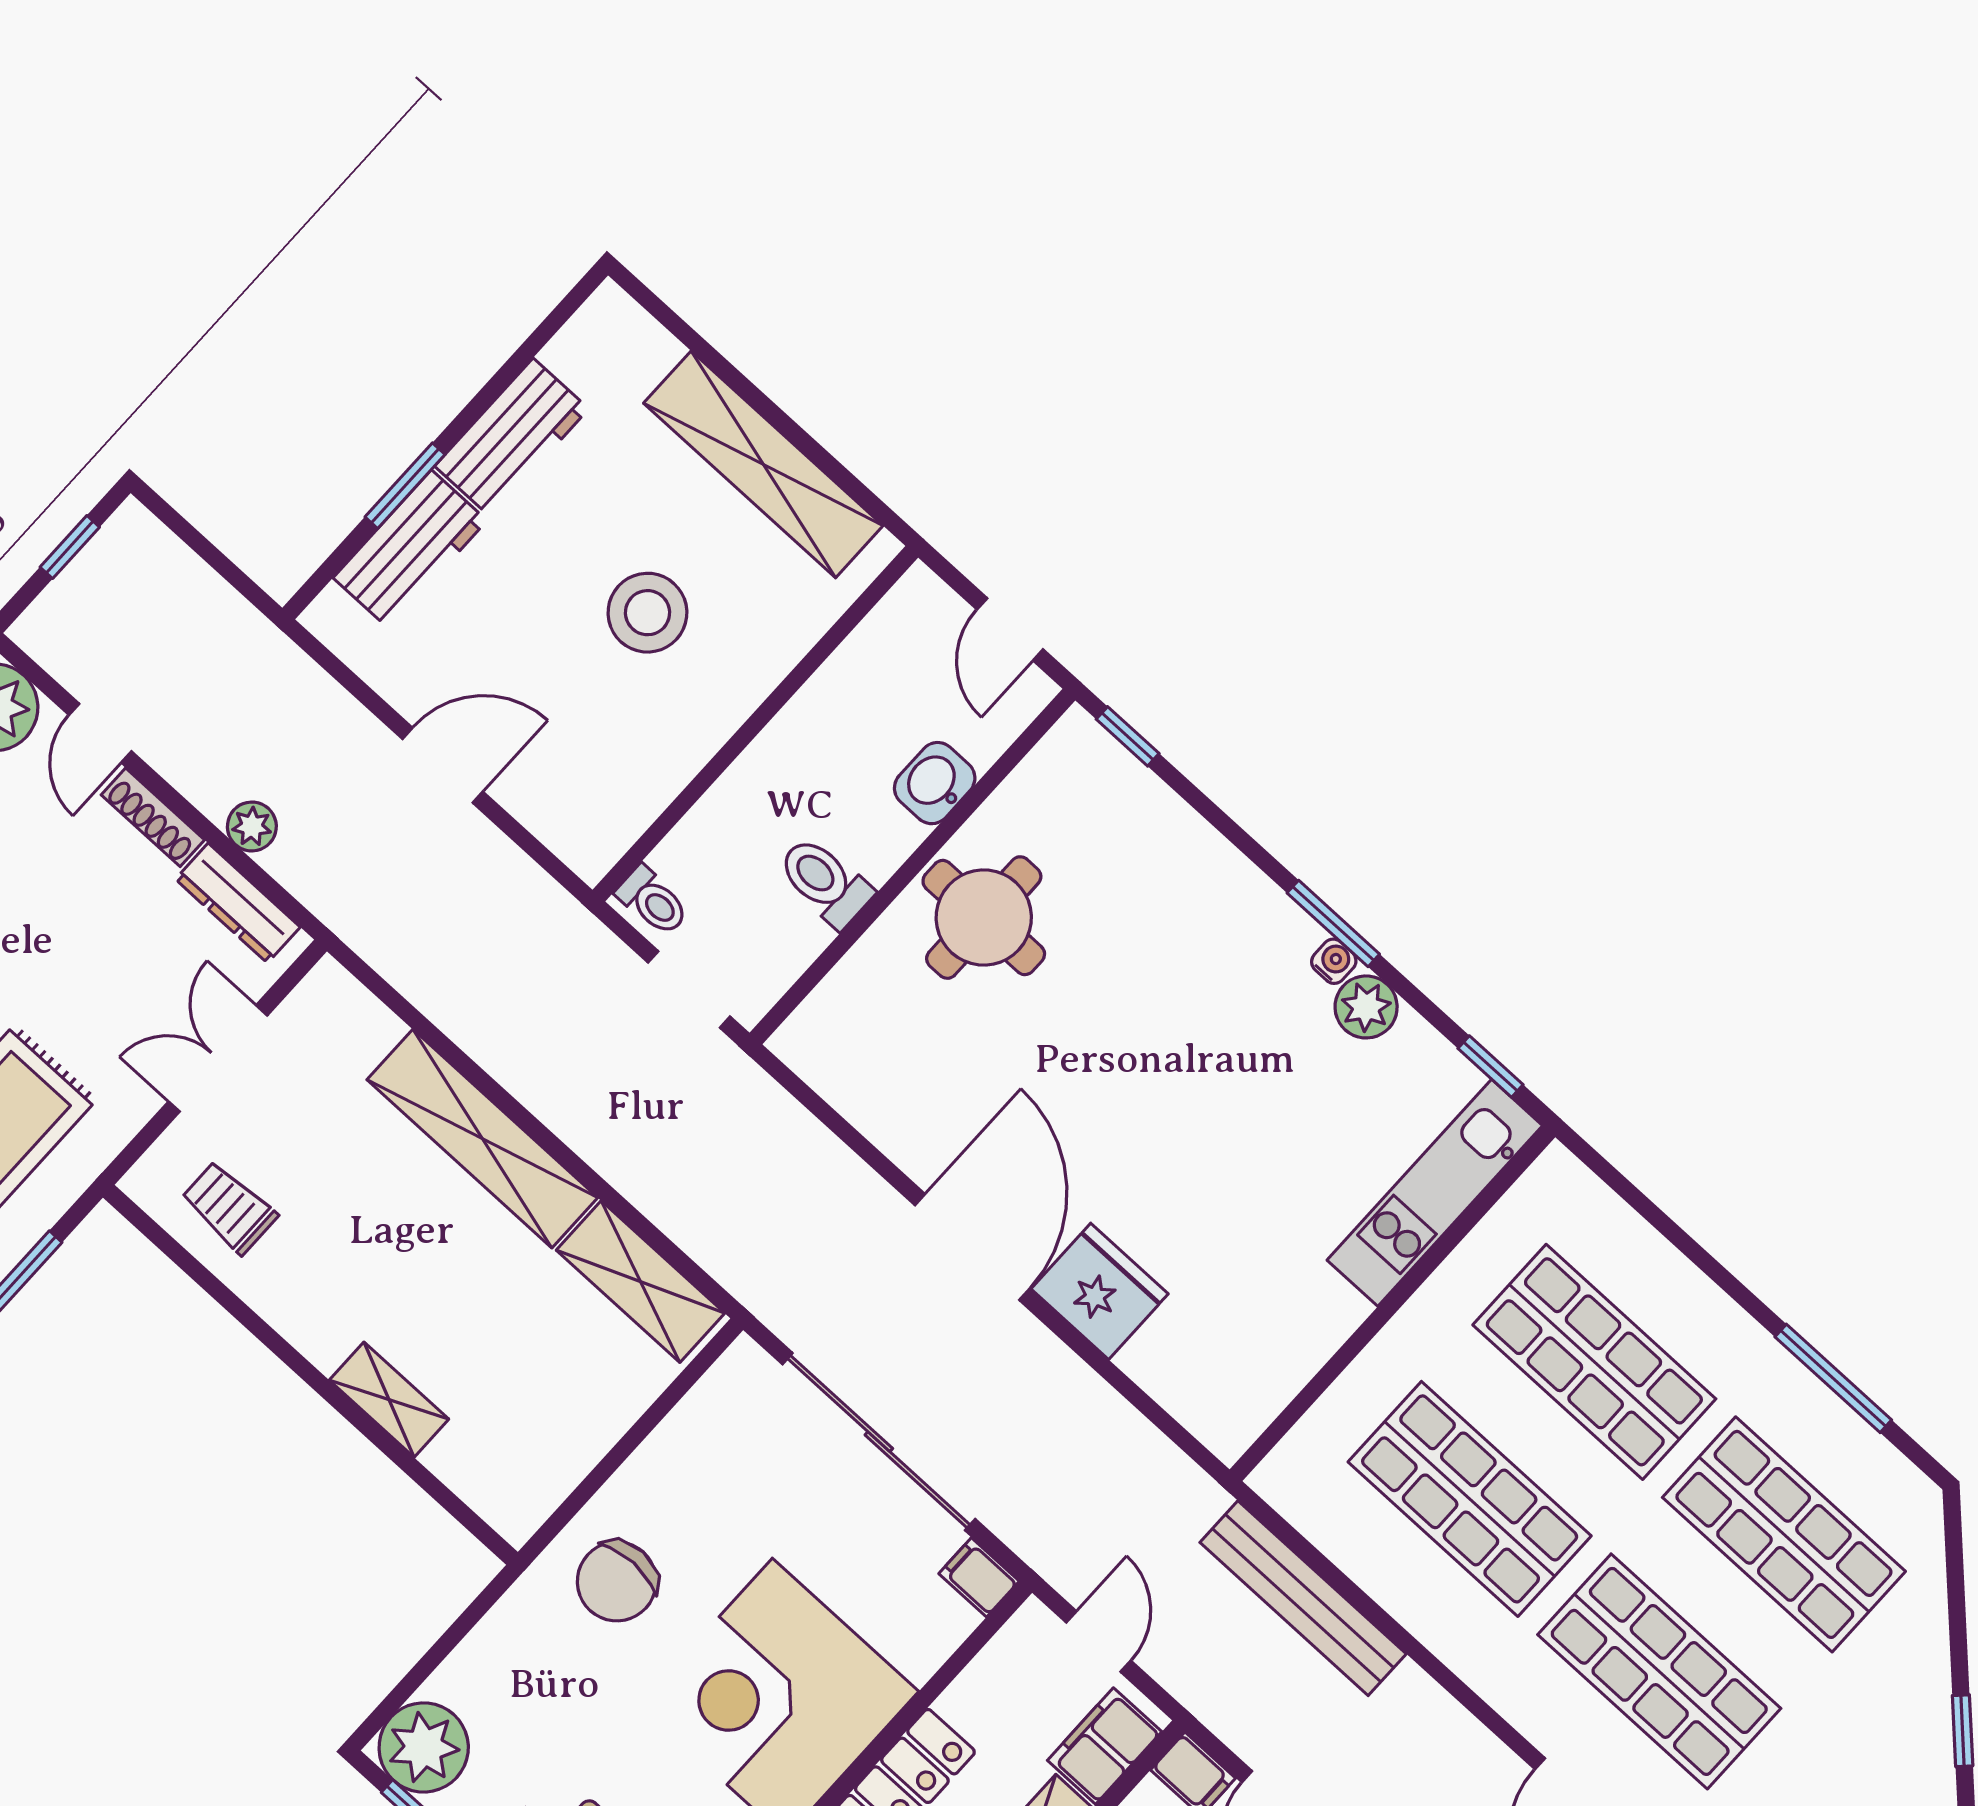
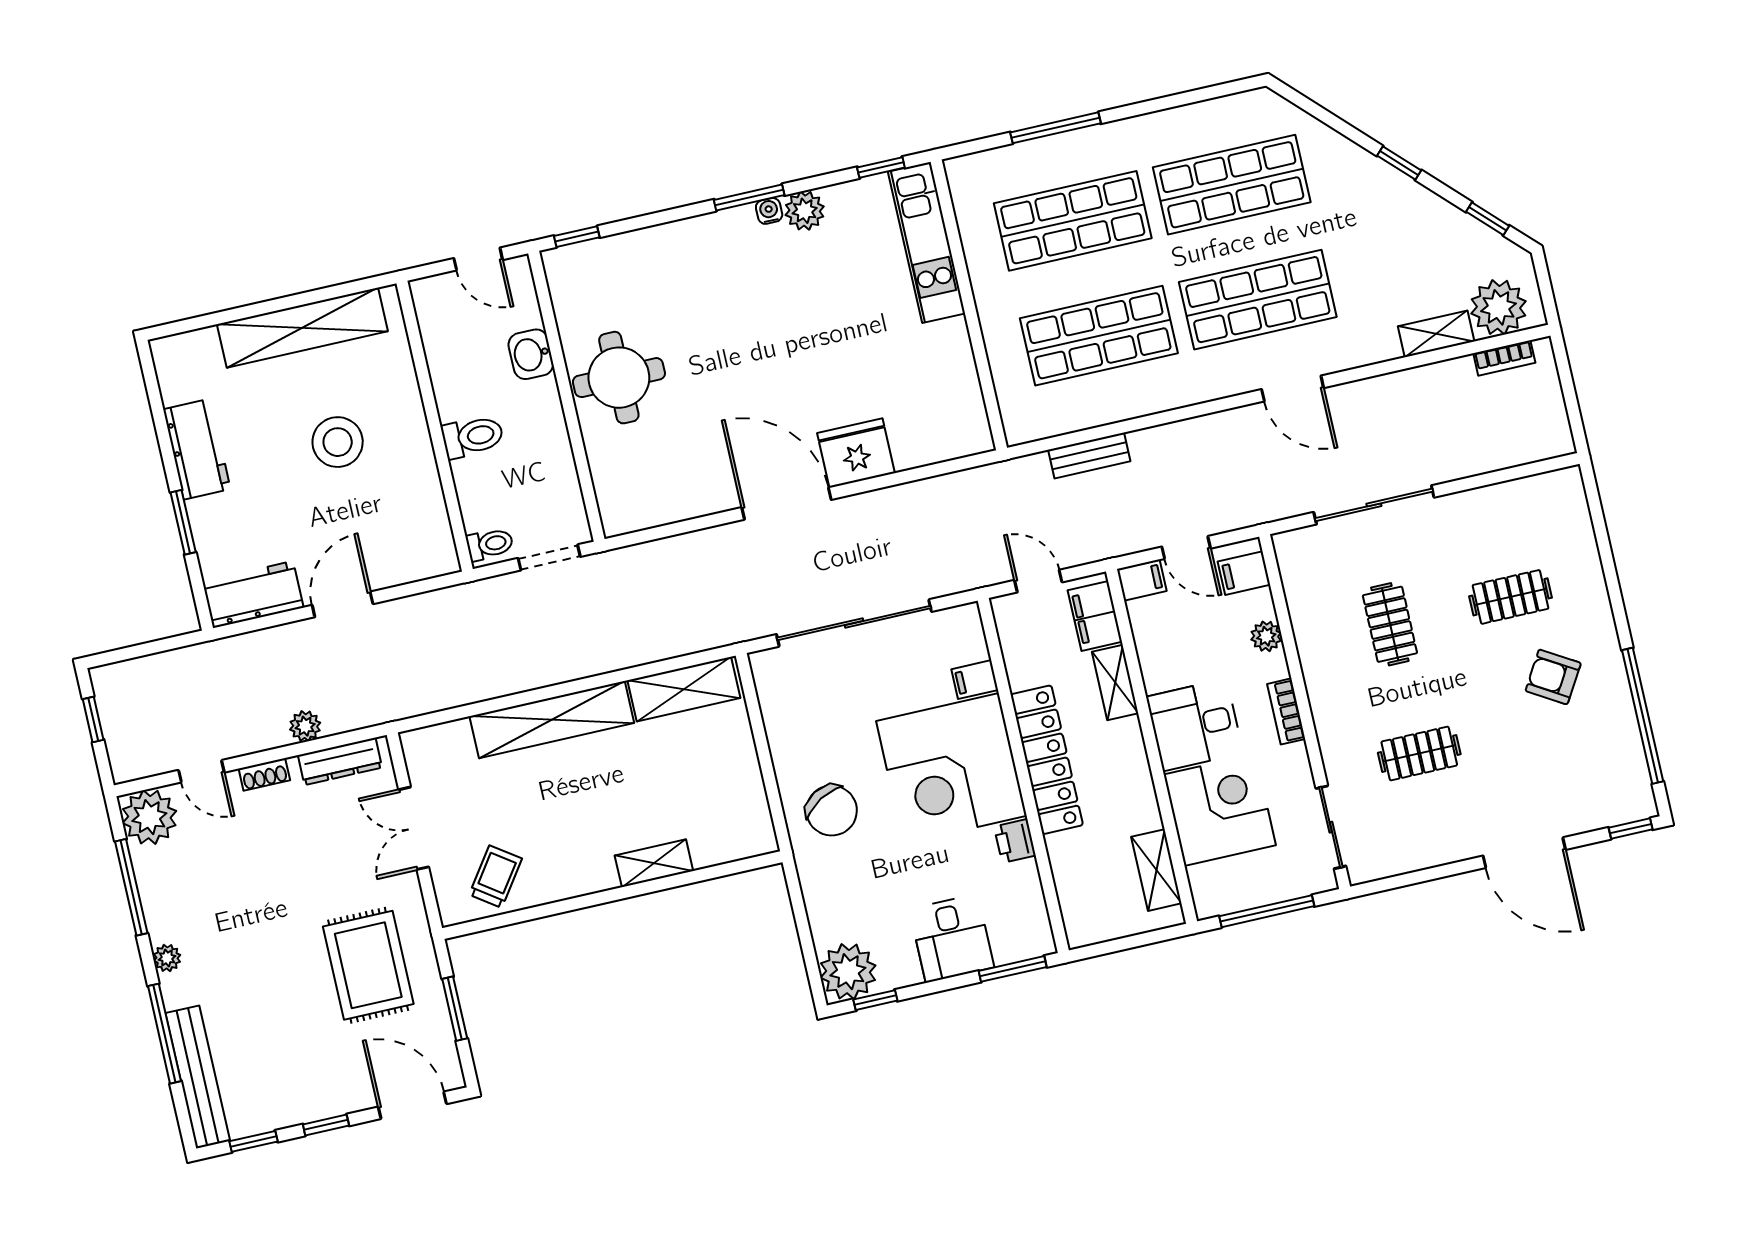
workbench: (410, 549) -> (253, 594), moved, turned -90
shoe rack: (153, 817) -> (264, 774), width x0.70
toilet: (825, 882) -> (473, 437), moved, turned 180
trolley: (229, 1208) -> (496, 877), turned 125
window: (1833, 1378) -> (1056, 128), moved
filing cabinet: (979, 1577) -> (975, 680), moved
chair: (617, 1581) -> (832, 811), turned -30
bench: (1303, 1598) -> (1089, 456), width x0.54, depth x0.82

